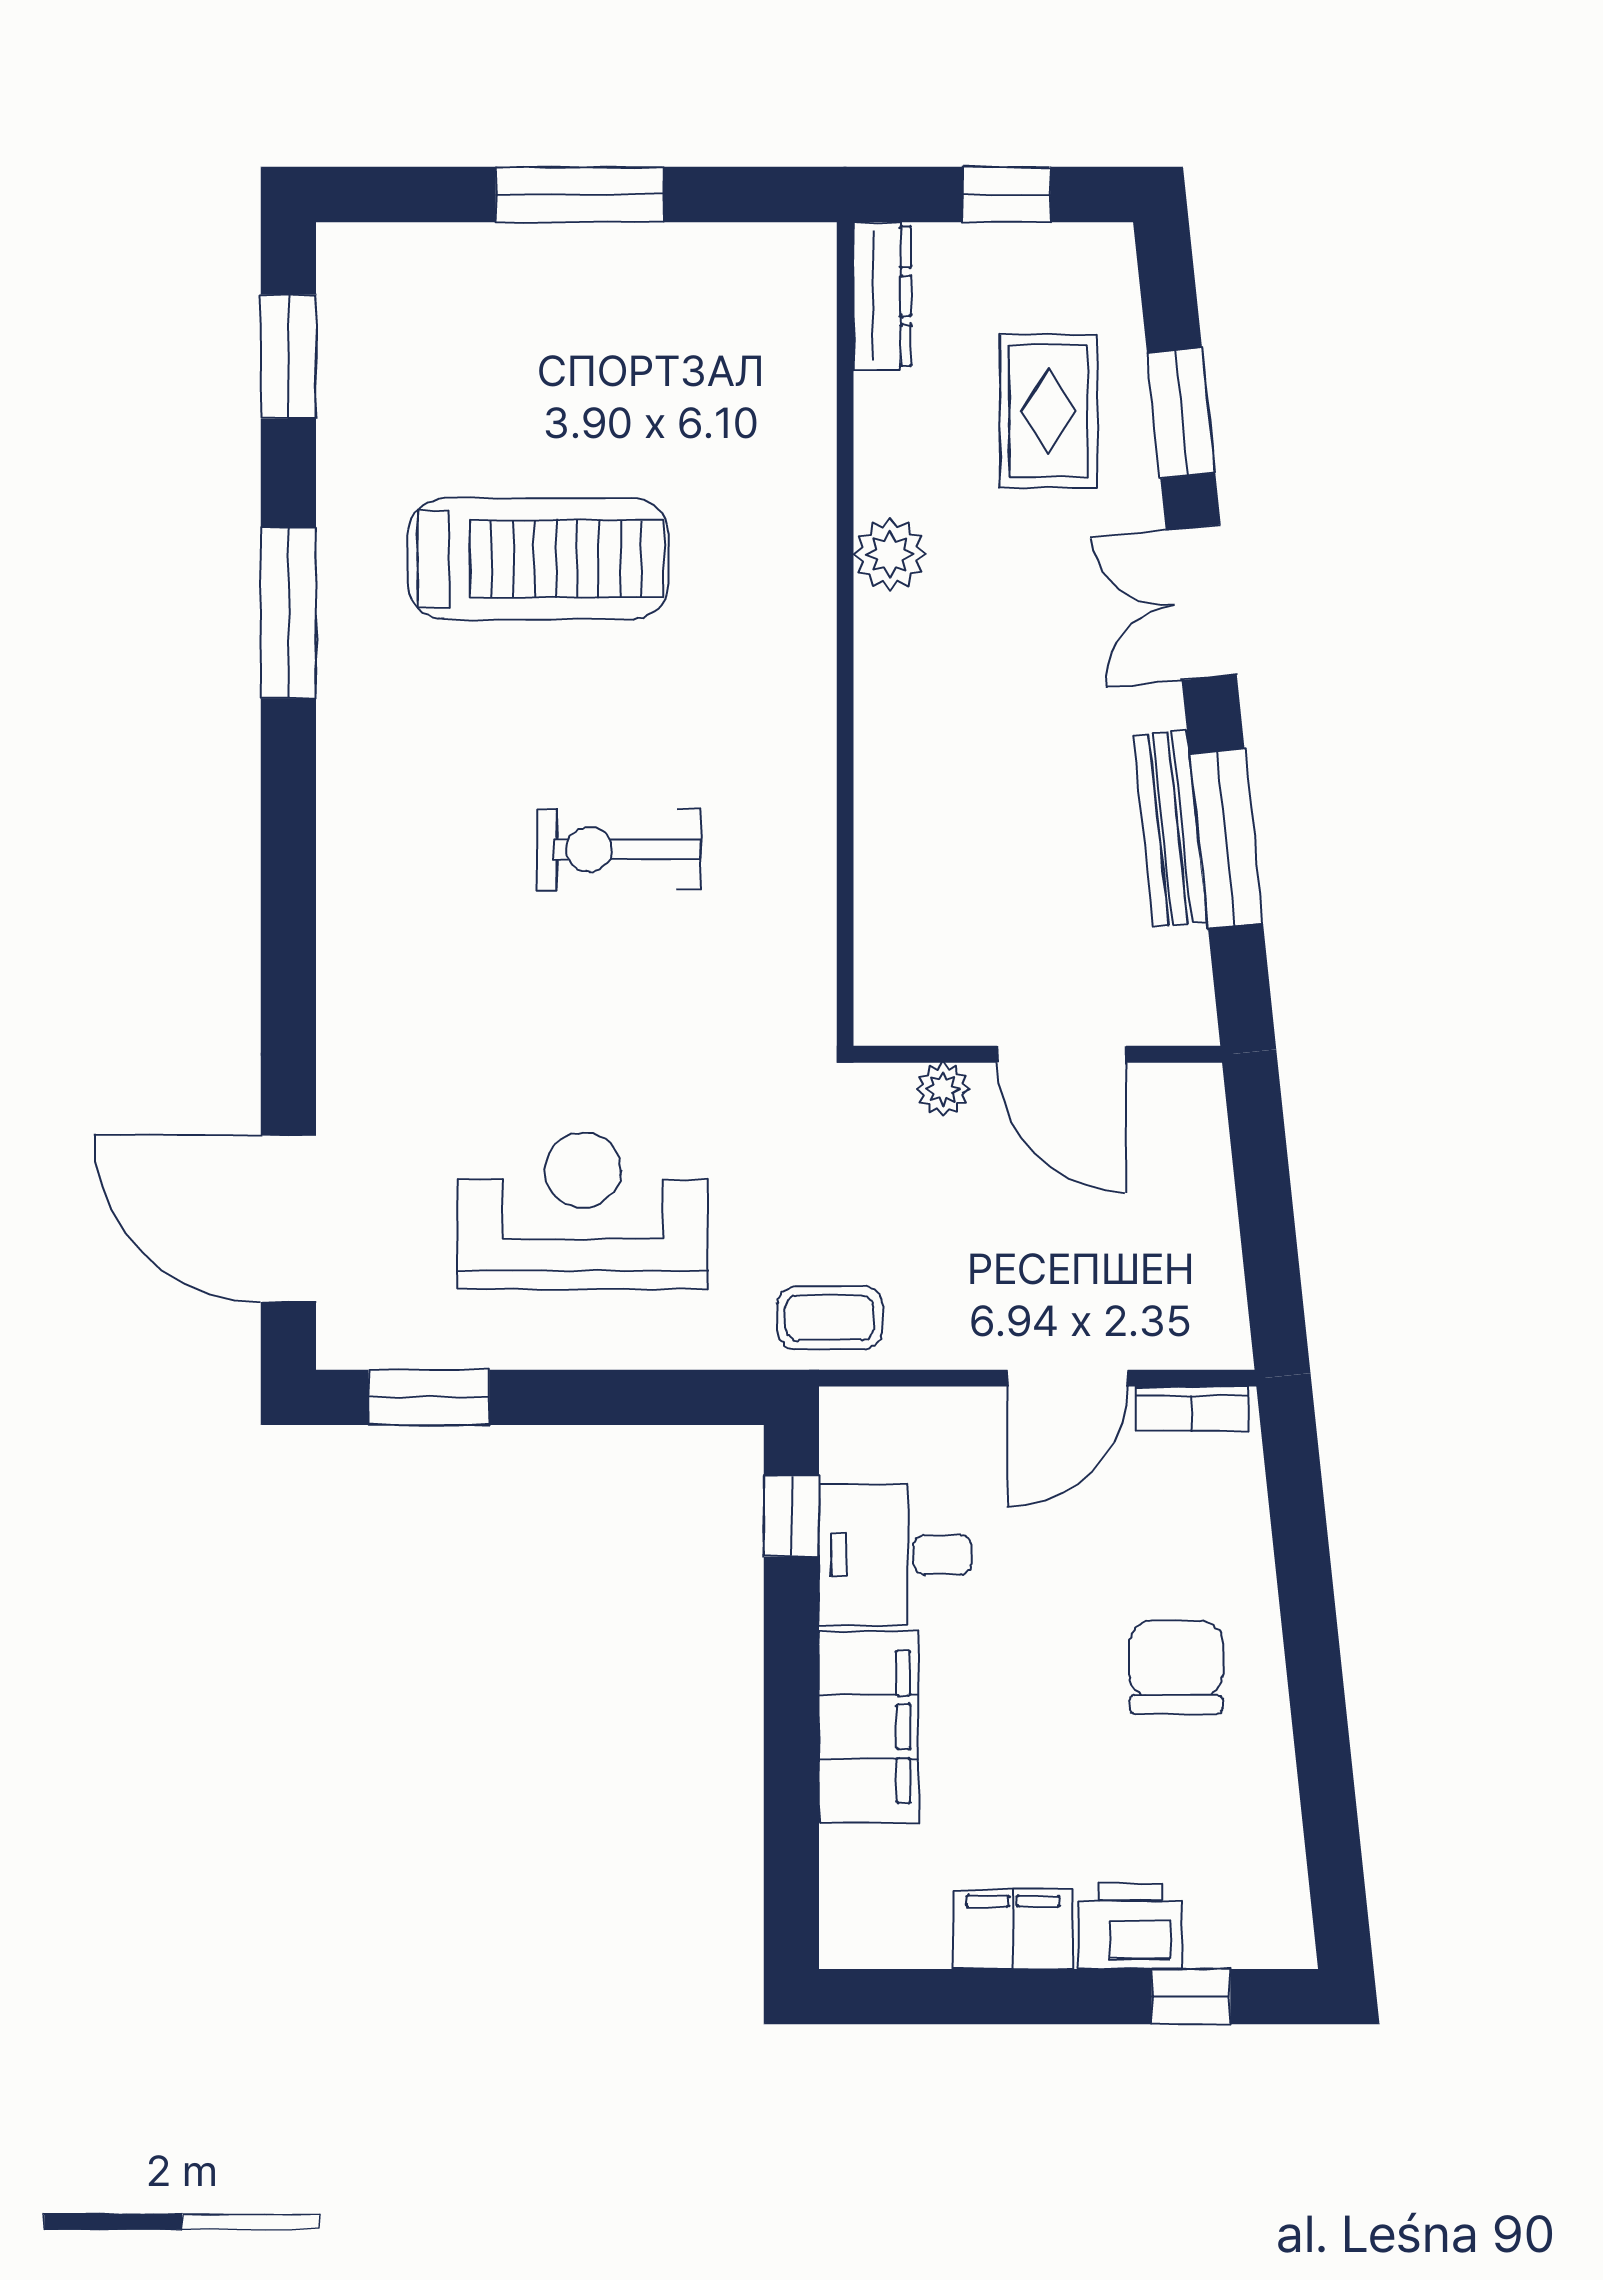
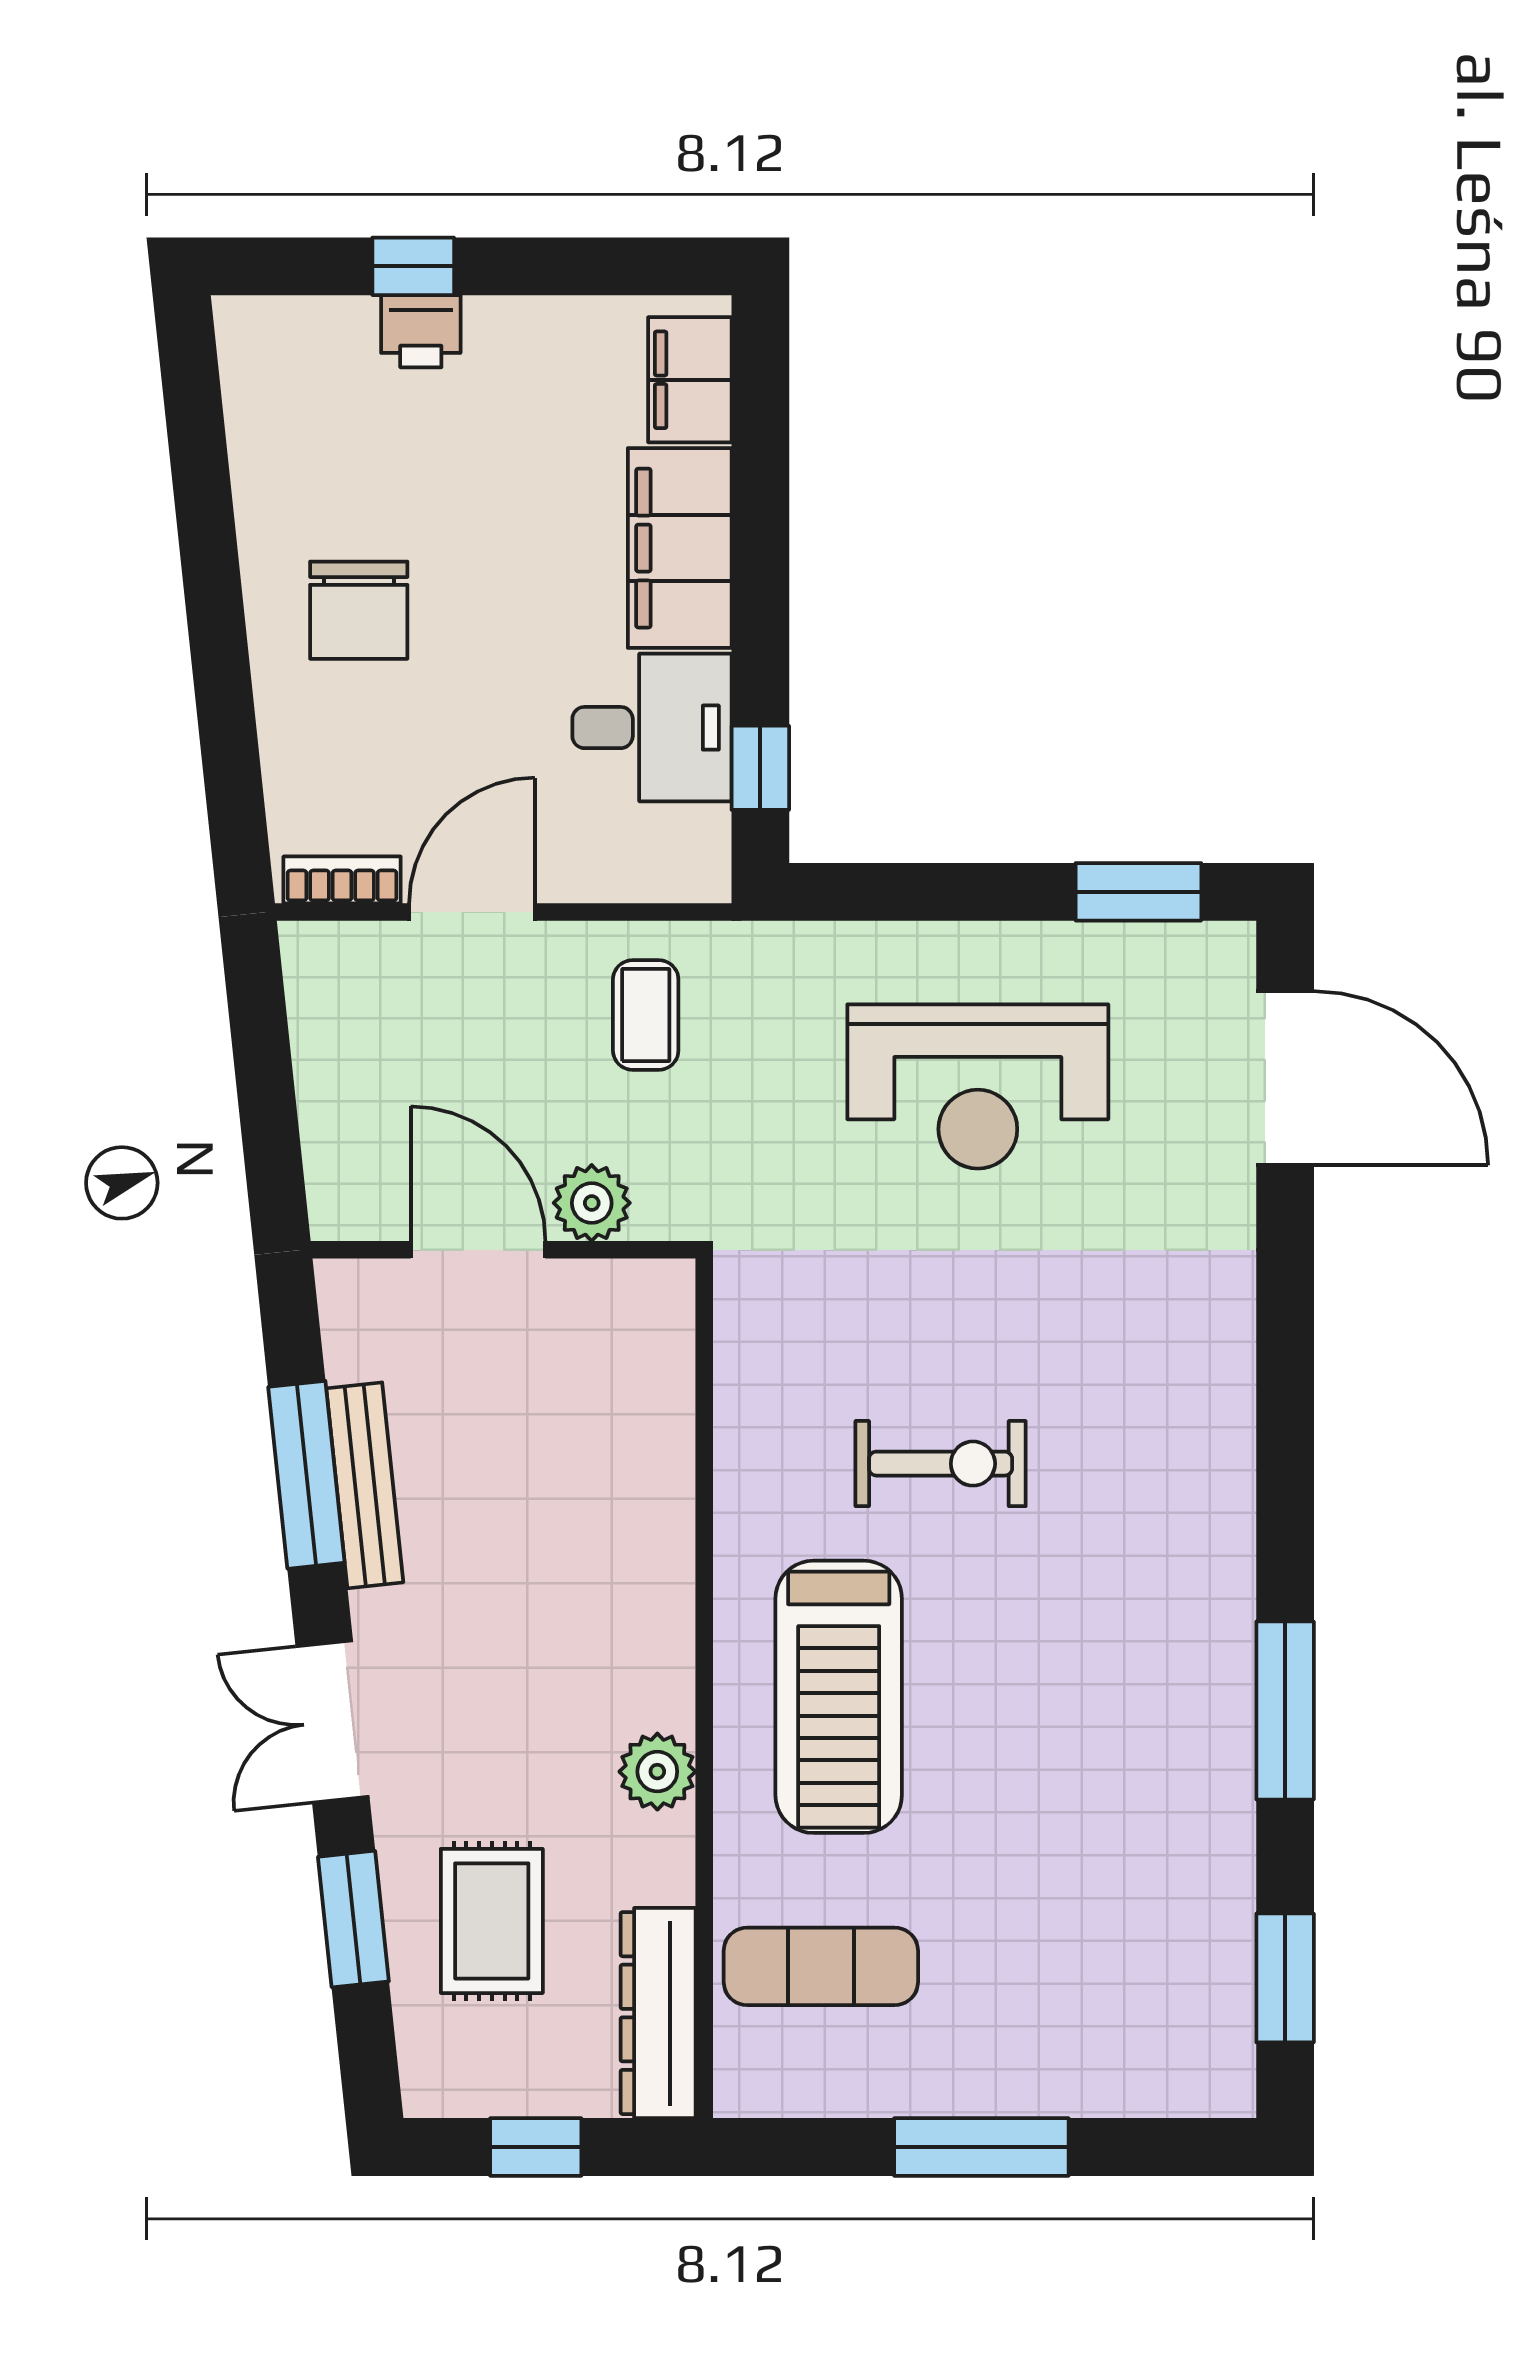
dresser: (882, 296) -> (658, 2013), width x1.37, depth x1.24
exercise mat: (733, 368) -> (821, 1966), added
treadmill: (538, 559) -> (839, 1697), moved, turned -90
double door: (1201, 602) -> (333, 1721), swing flipped
plant: (943, 1089) -> (592, 1203), width x1.38, depth x1.38
coffee table: (830, 1318) -> (646, 1015), moved, turned 90
printer: (1130, 1926) -> (421, 331), width x0.73, depth x0.81
filing cabinet: (1013, 1929) -> (690, 380), moved, turned 90
window: (1191, 1997) -> (413, 266), moved

